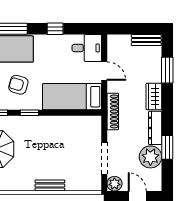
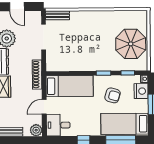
door: (104, 71) -> (44, 107), hinge flipped
plant: (114, 184) -> (36, 130), moved
bench: (50, 185) -> (57, 15), moved

